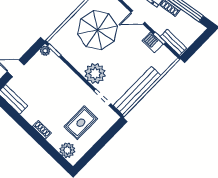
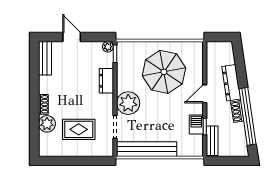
door: (138, 17) -> (205, 94), hinge flipped
dresser: (66, 74) -> (106, 81), added
plant: (67, 150) -> (47, 124), moved

